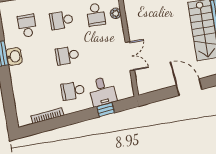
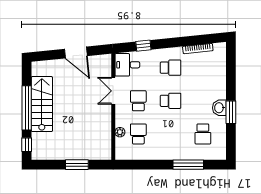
school desk: (61, 20) -> (138, 101), moved, turned -90
door: (189, 87) -> (76, 52), moved
desk: (102, 91) -> (127, 65), moved, turned -84

